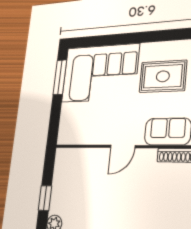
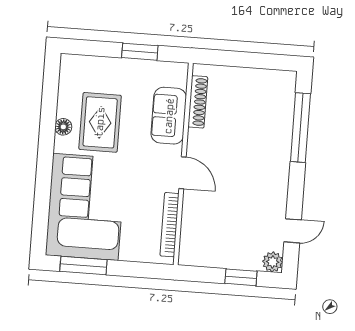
floor lamp: (160, 48) -> (63, 127), added
bookcase: (85, 139) -> (170, 225), added

